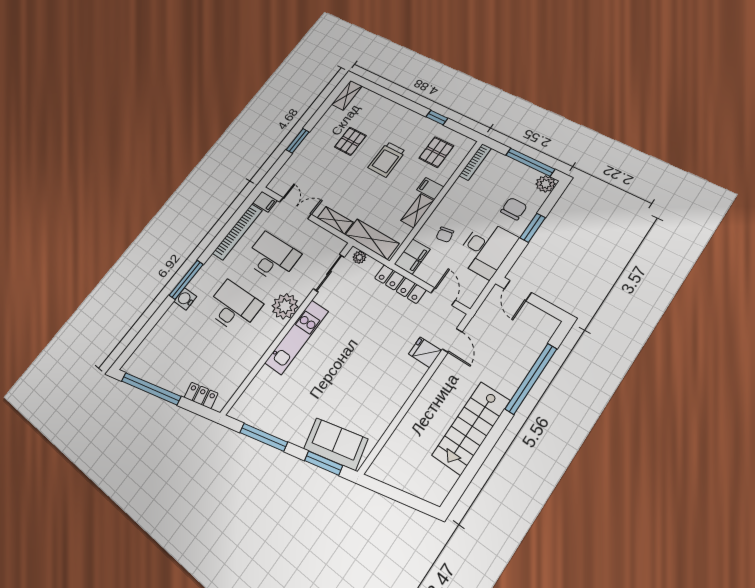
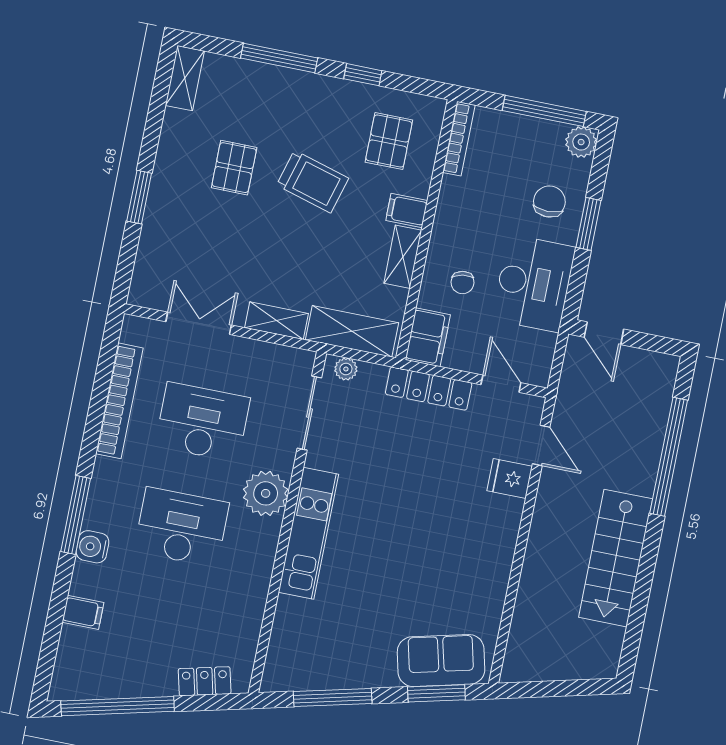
window: (398, 99) -> (279, 58), added
trolley: (387, 159) -> (313, 182), turned -74
filing cabinet: (265, 202) -> (83, 612), moved

